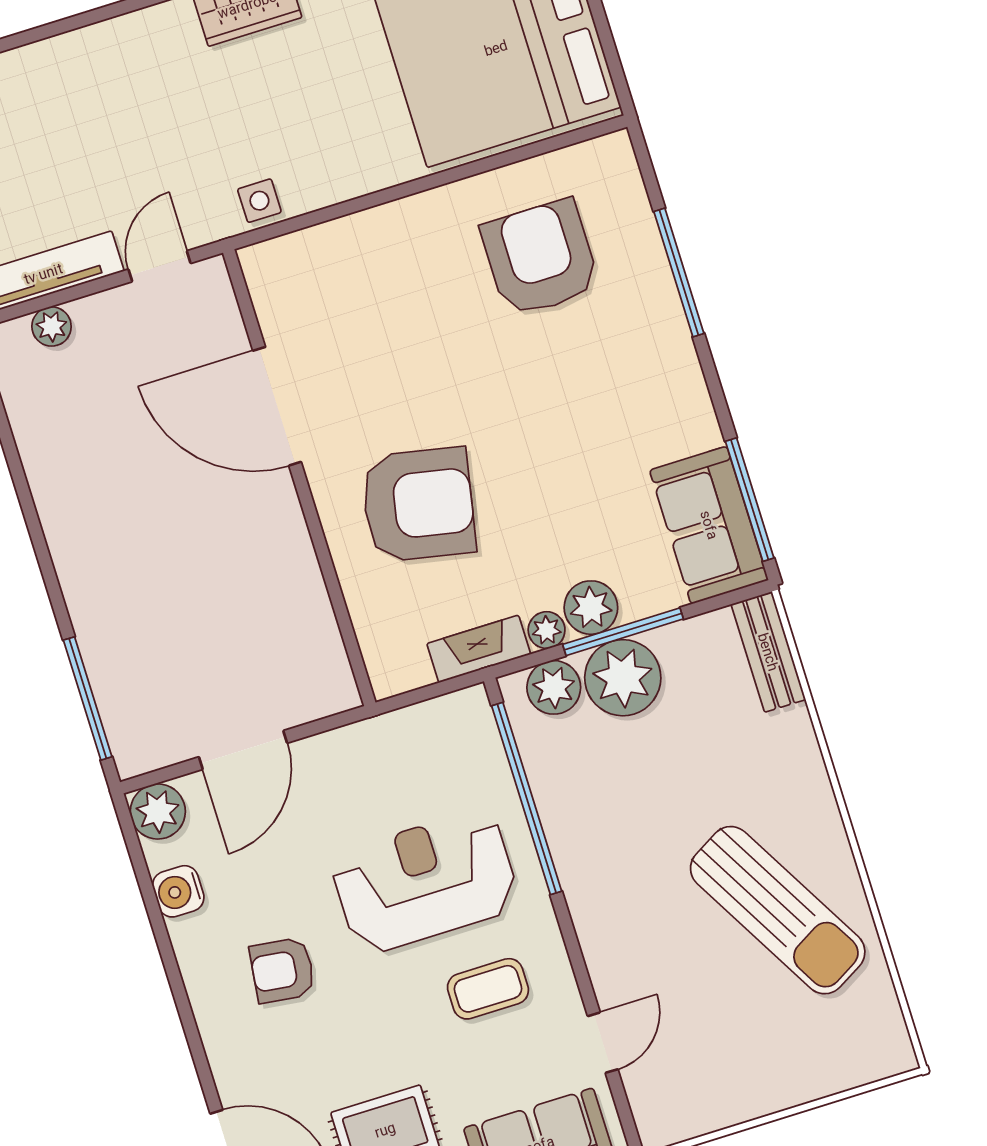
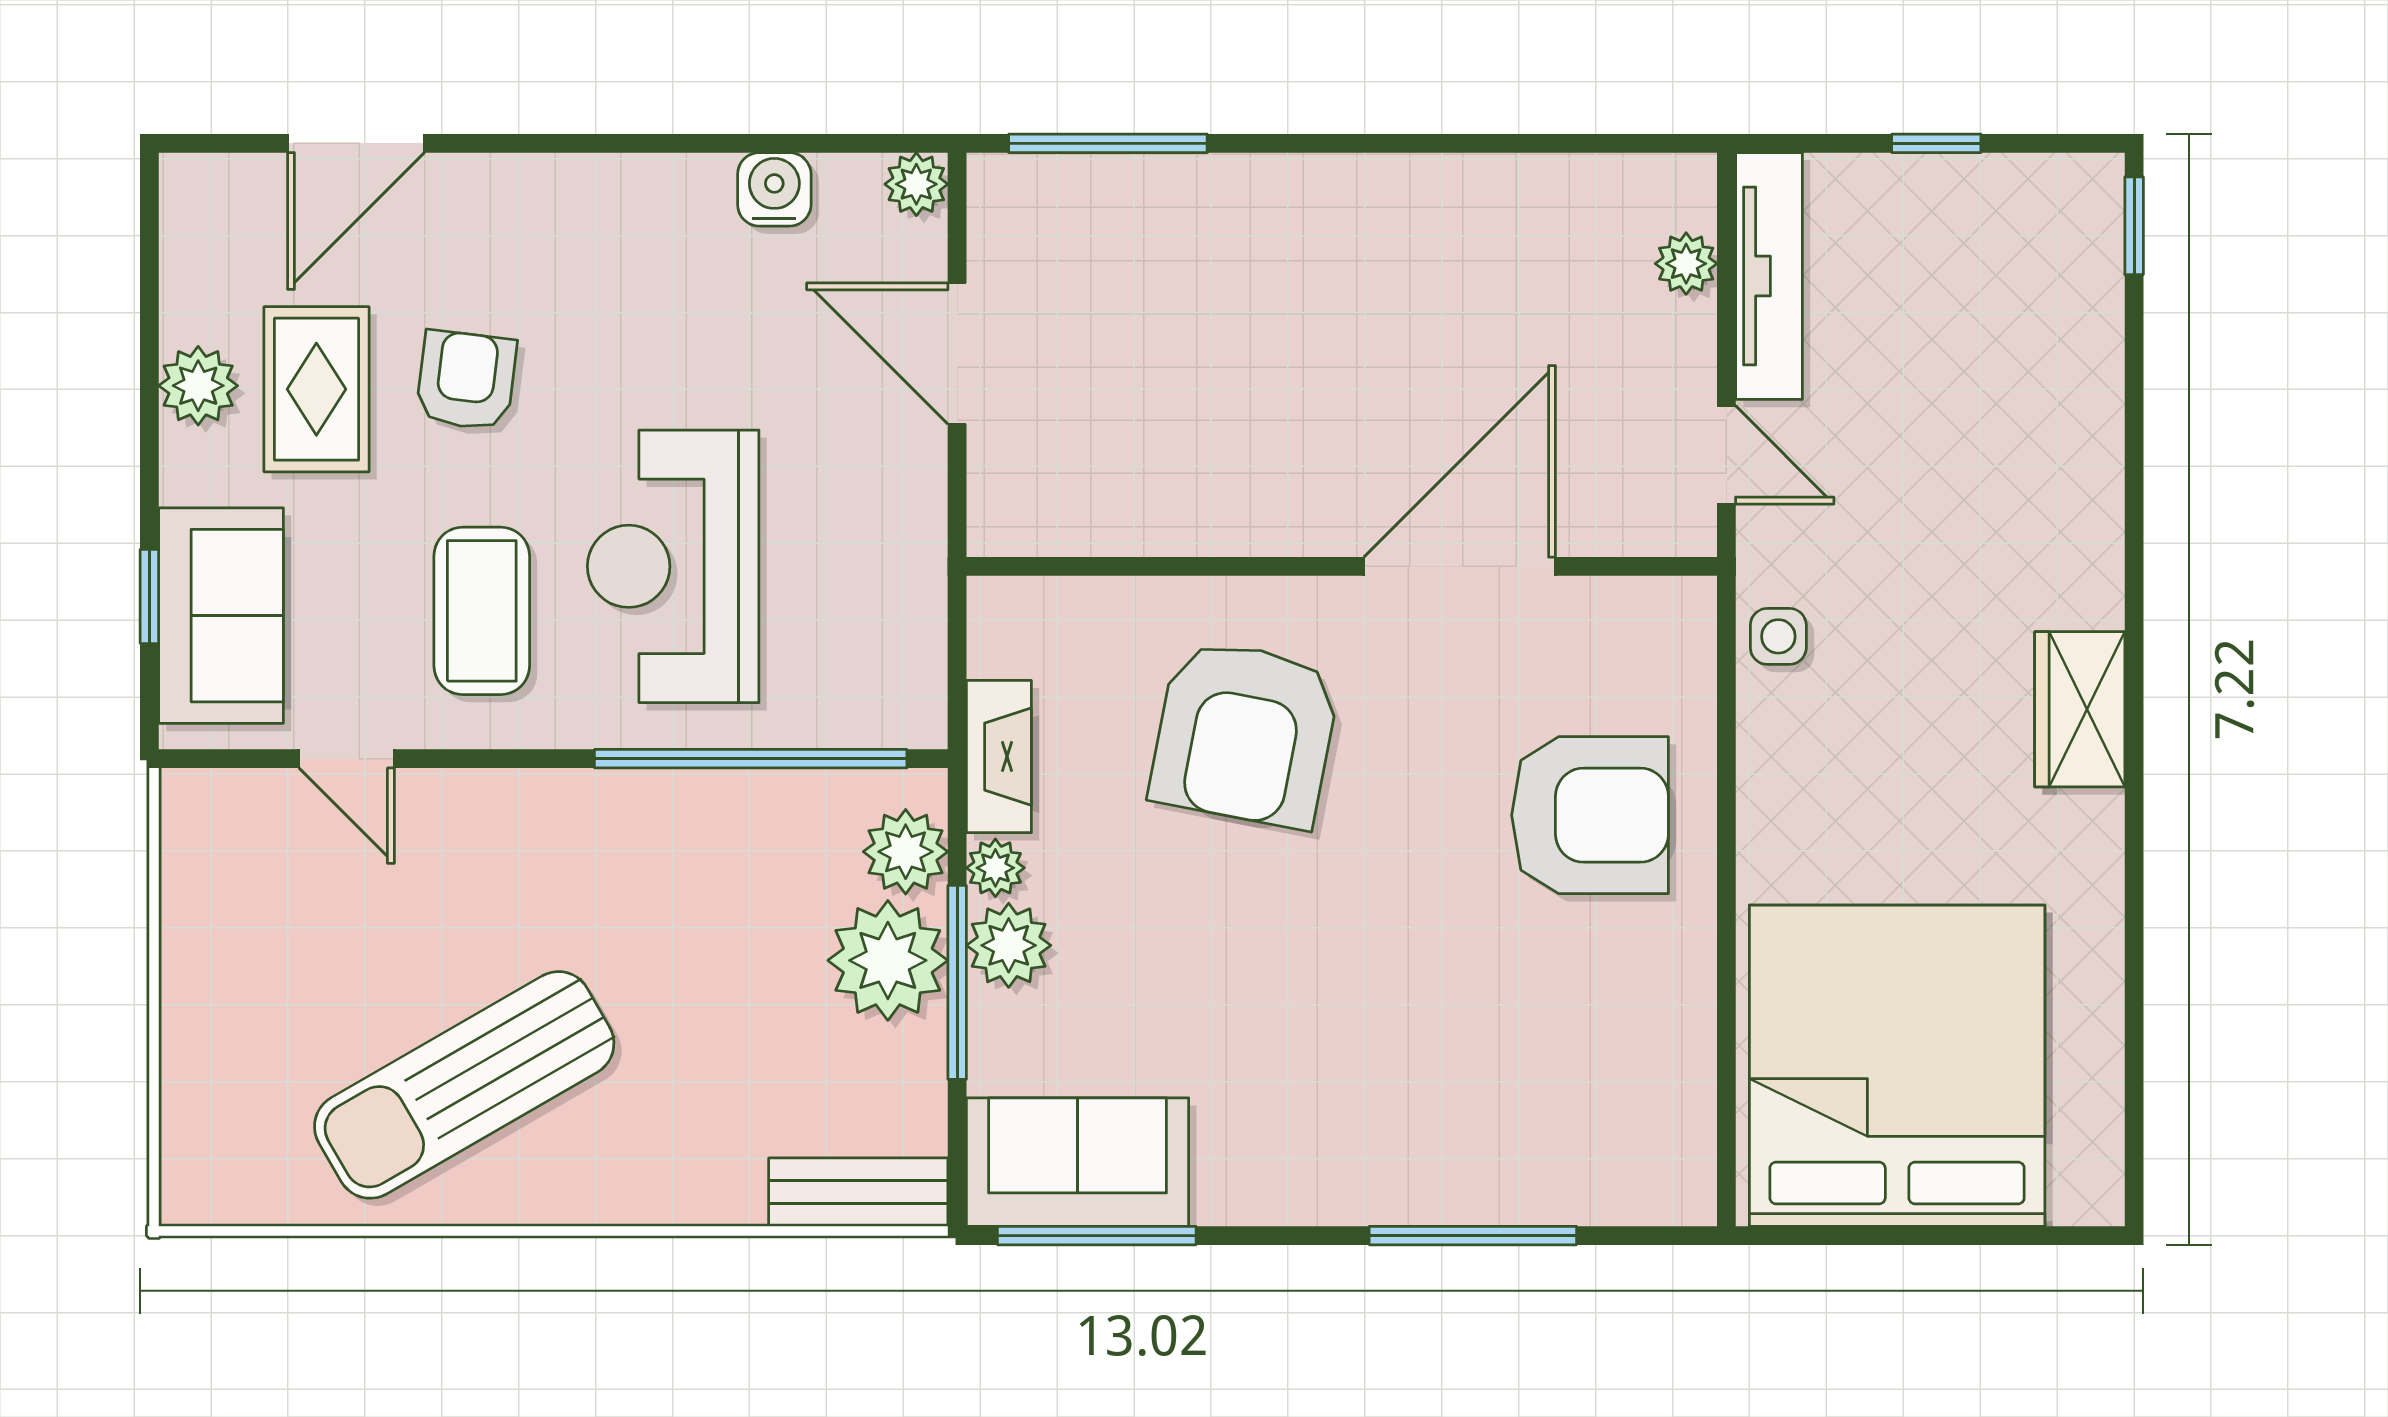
armchair: (540, 258) -> (1590, 815), moved
plant: (158, 811) -> (916, 184), width x0.73, depth x0.73
reception desk: (425, 881) -> (673, 566), turned 180
armchair: (282, 970) -> (466, 380), moved
coffee table: (488, 989) -> (482, 611), width x1.36, depth x1.30

